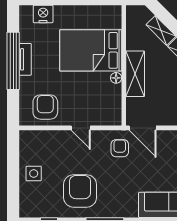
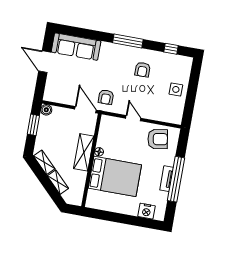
armchair: (45, 107) -> (158, 139), turned -99
armchair: (80, 191) -> (143, 70), width x0.53, depth x0.53

